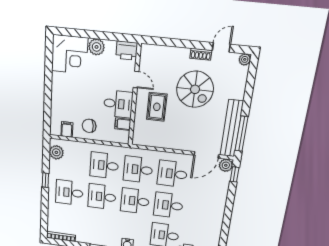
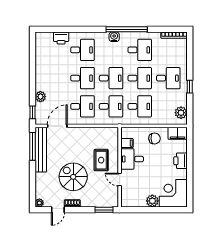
window: (160, 41) -> (104, 210), added
printer: (127, 51) -> (180, 161), moved, turned -90
filing cabinet: (67, 129) -> (177, 133), width x2.00
plant: (226, 165) -> (40, 97), moved
desk: (100, 227) -> (140, 50), added

